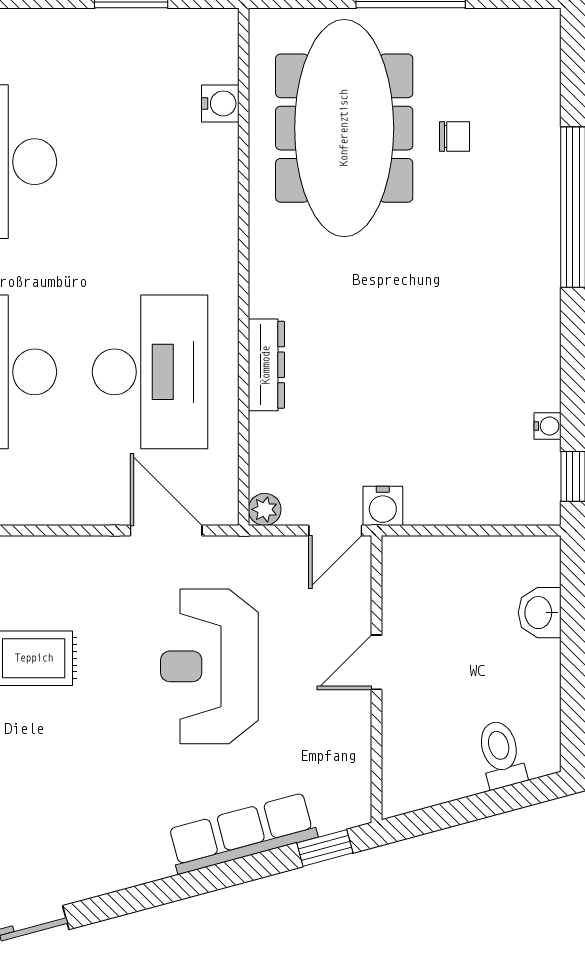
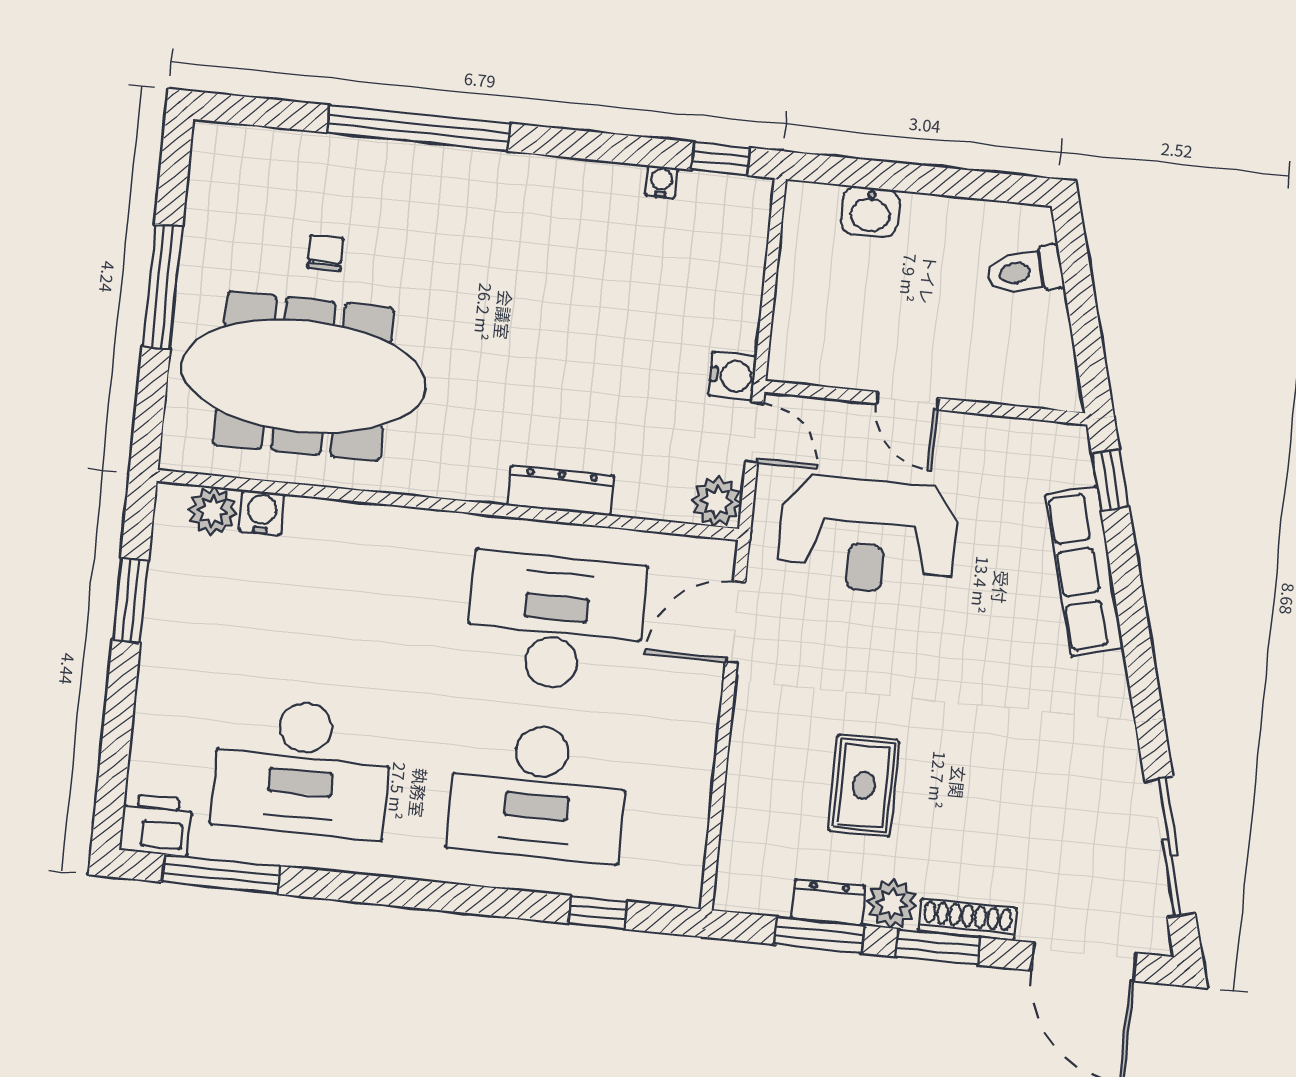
plant: (217, 60) -> (213, 511), added
plant: (265, 509) -> (717, 501), width x1.38, depth x1.38
reception desk: (209, 666) -> (868, 536), moved

